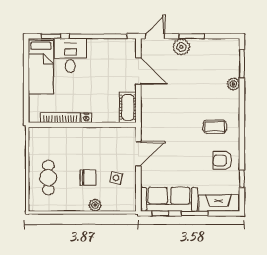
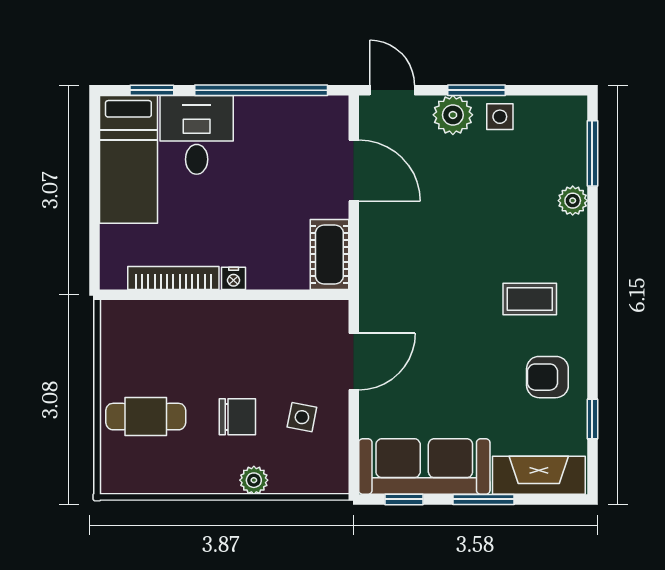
door: (155, 36) -> (392, 90), hinge flipped
side table: (202, 48) -> (500, 117), added
cafe table: (48, 178) -> (146, 417), turned 90

